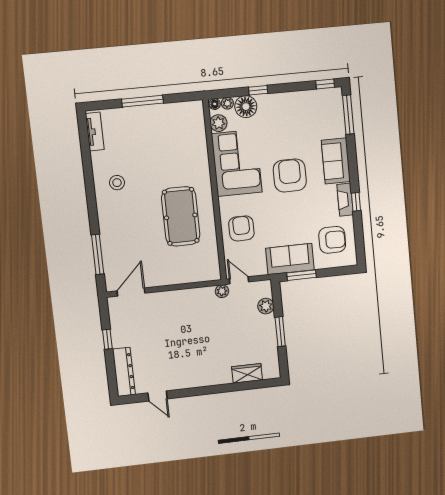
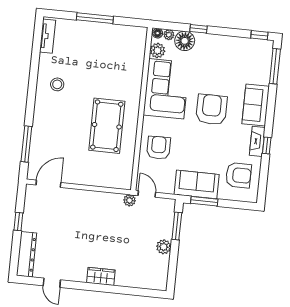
plant: (266, 306) -> (164, 247), moved
window: (280, 332) -> (177, 226), moved
wardrobe: (247, 373) -> (101, 276), moved

